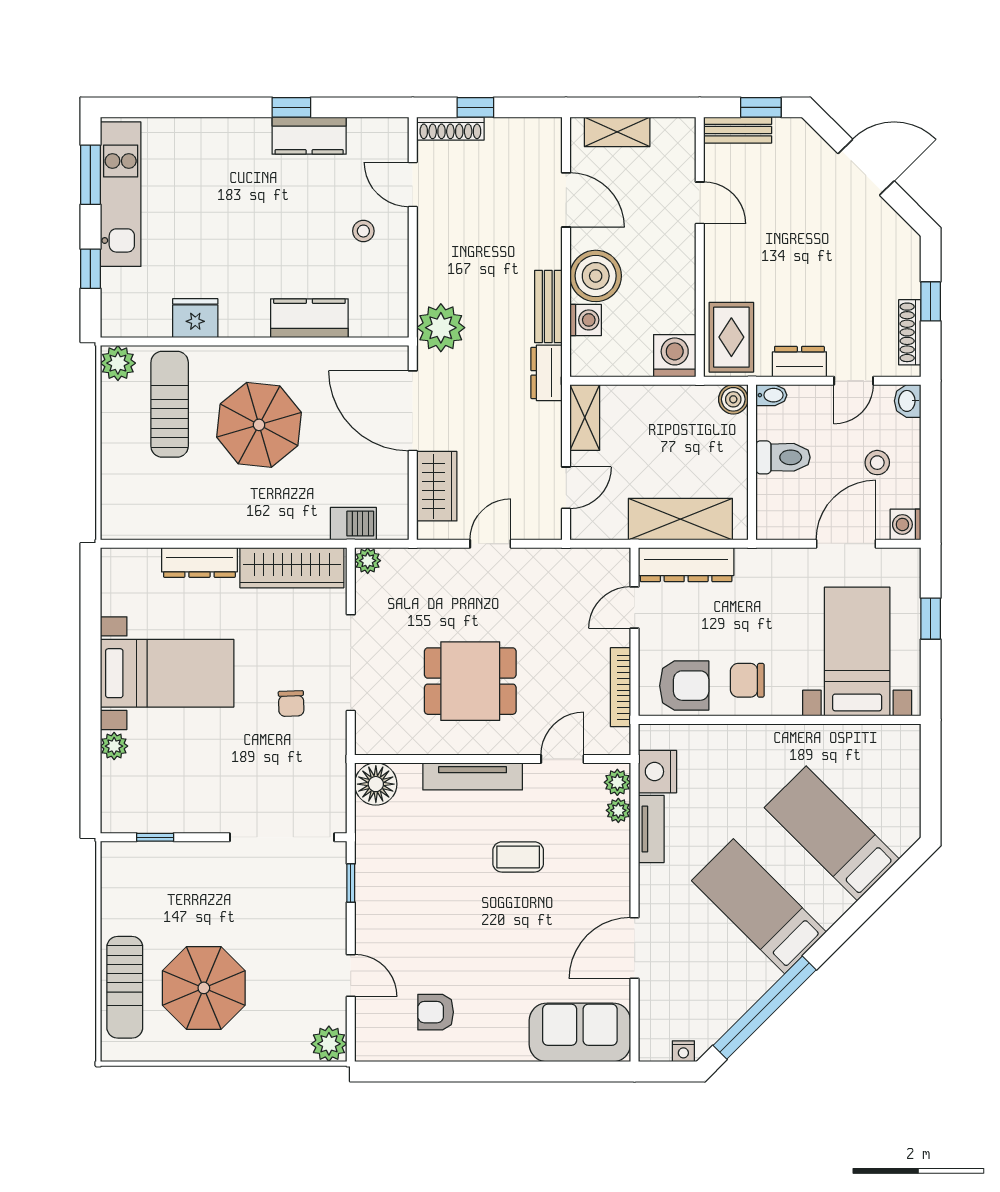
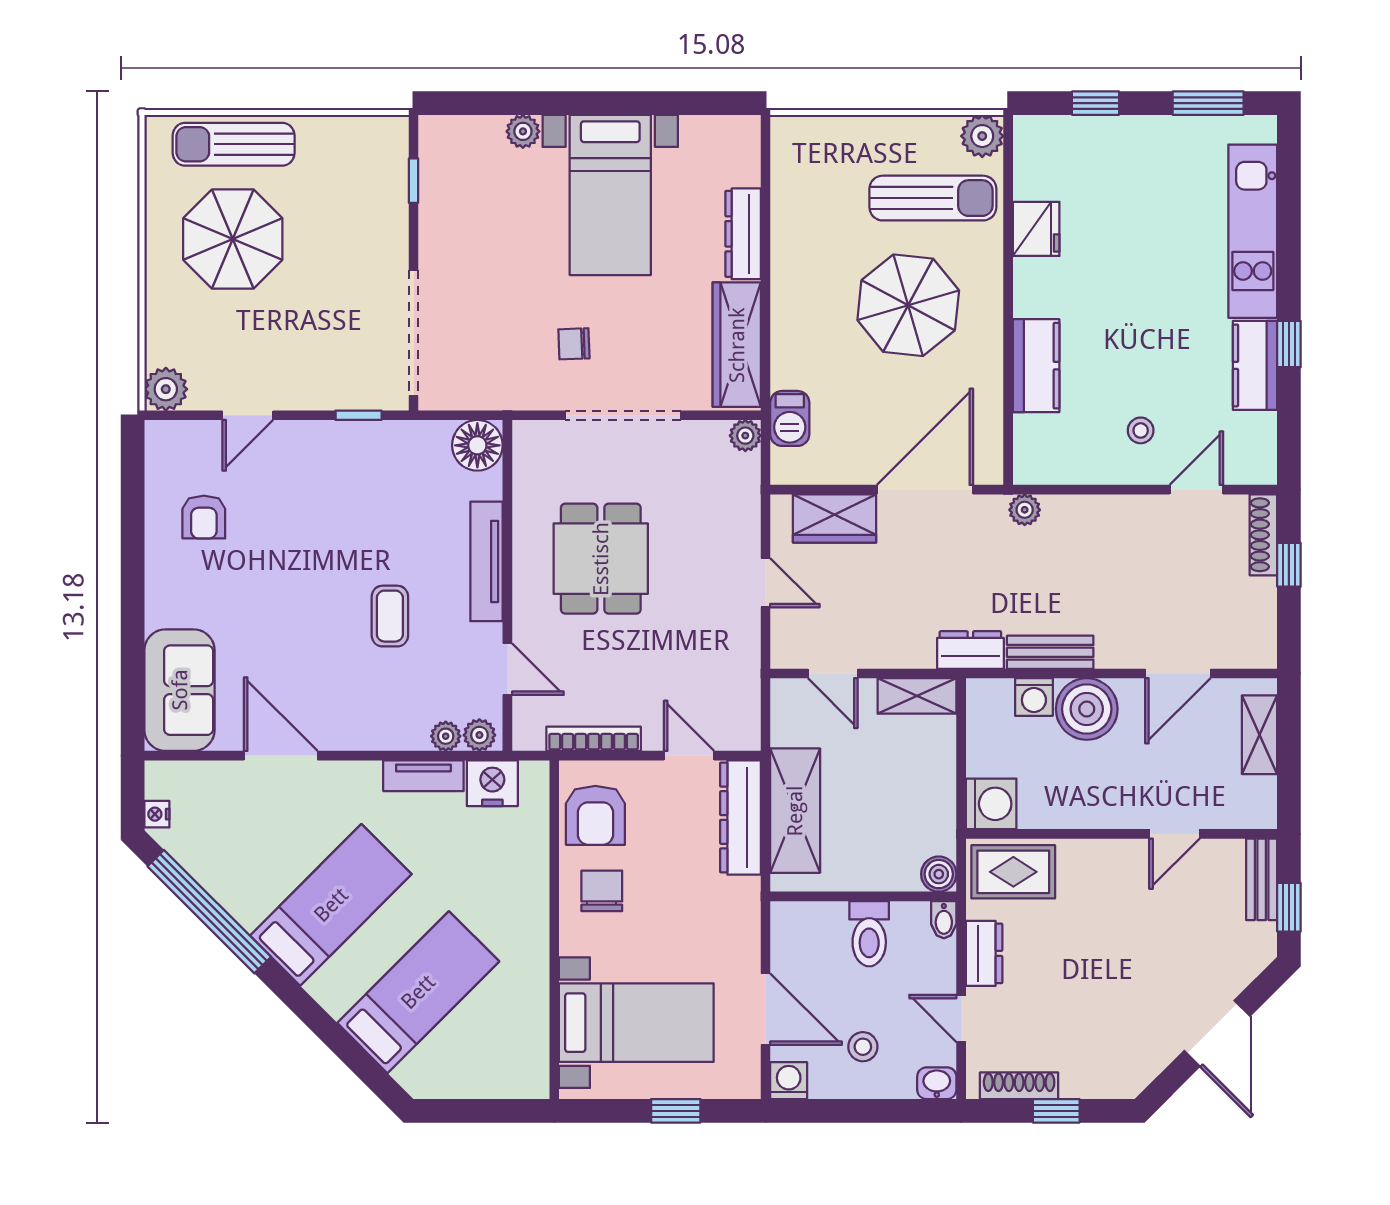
kitchen unit: (121, 194) -> (1253, 231), moved, turned 90
plant: (441, 328) -> (1025, 510), width x0.53, depth x0.53
armchair: (436, 1012) -> (204, 517), turned 180

